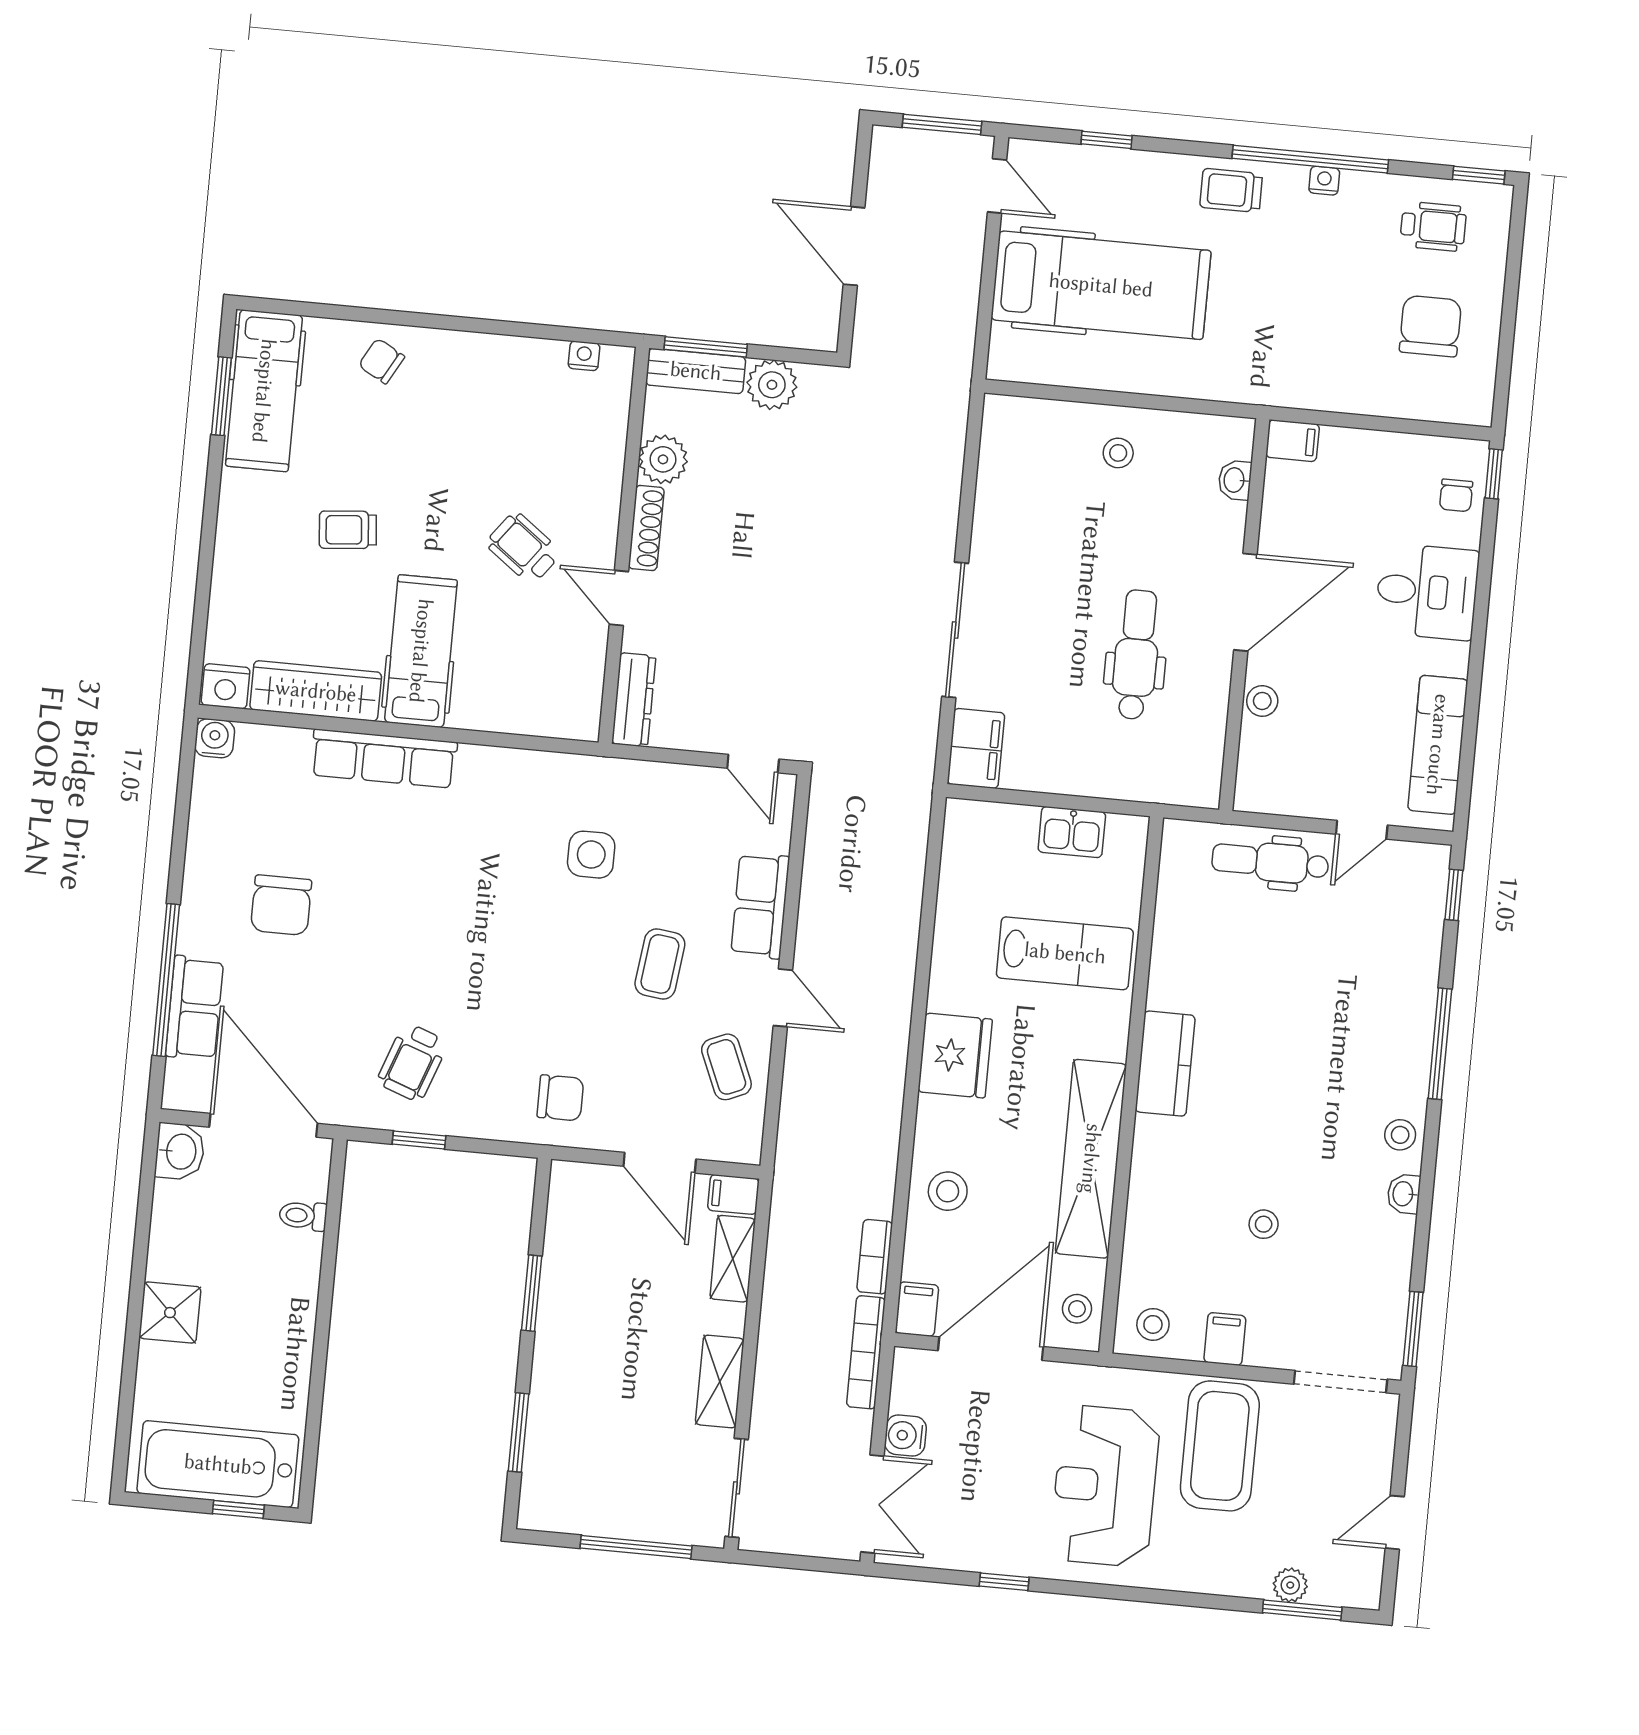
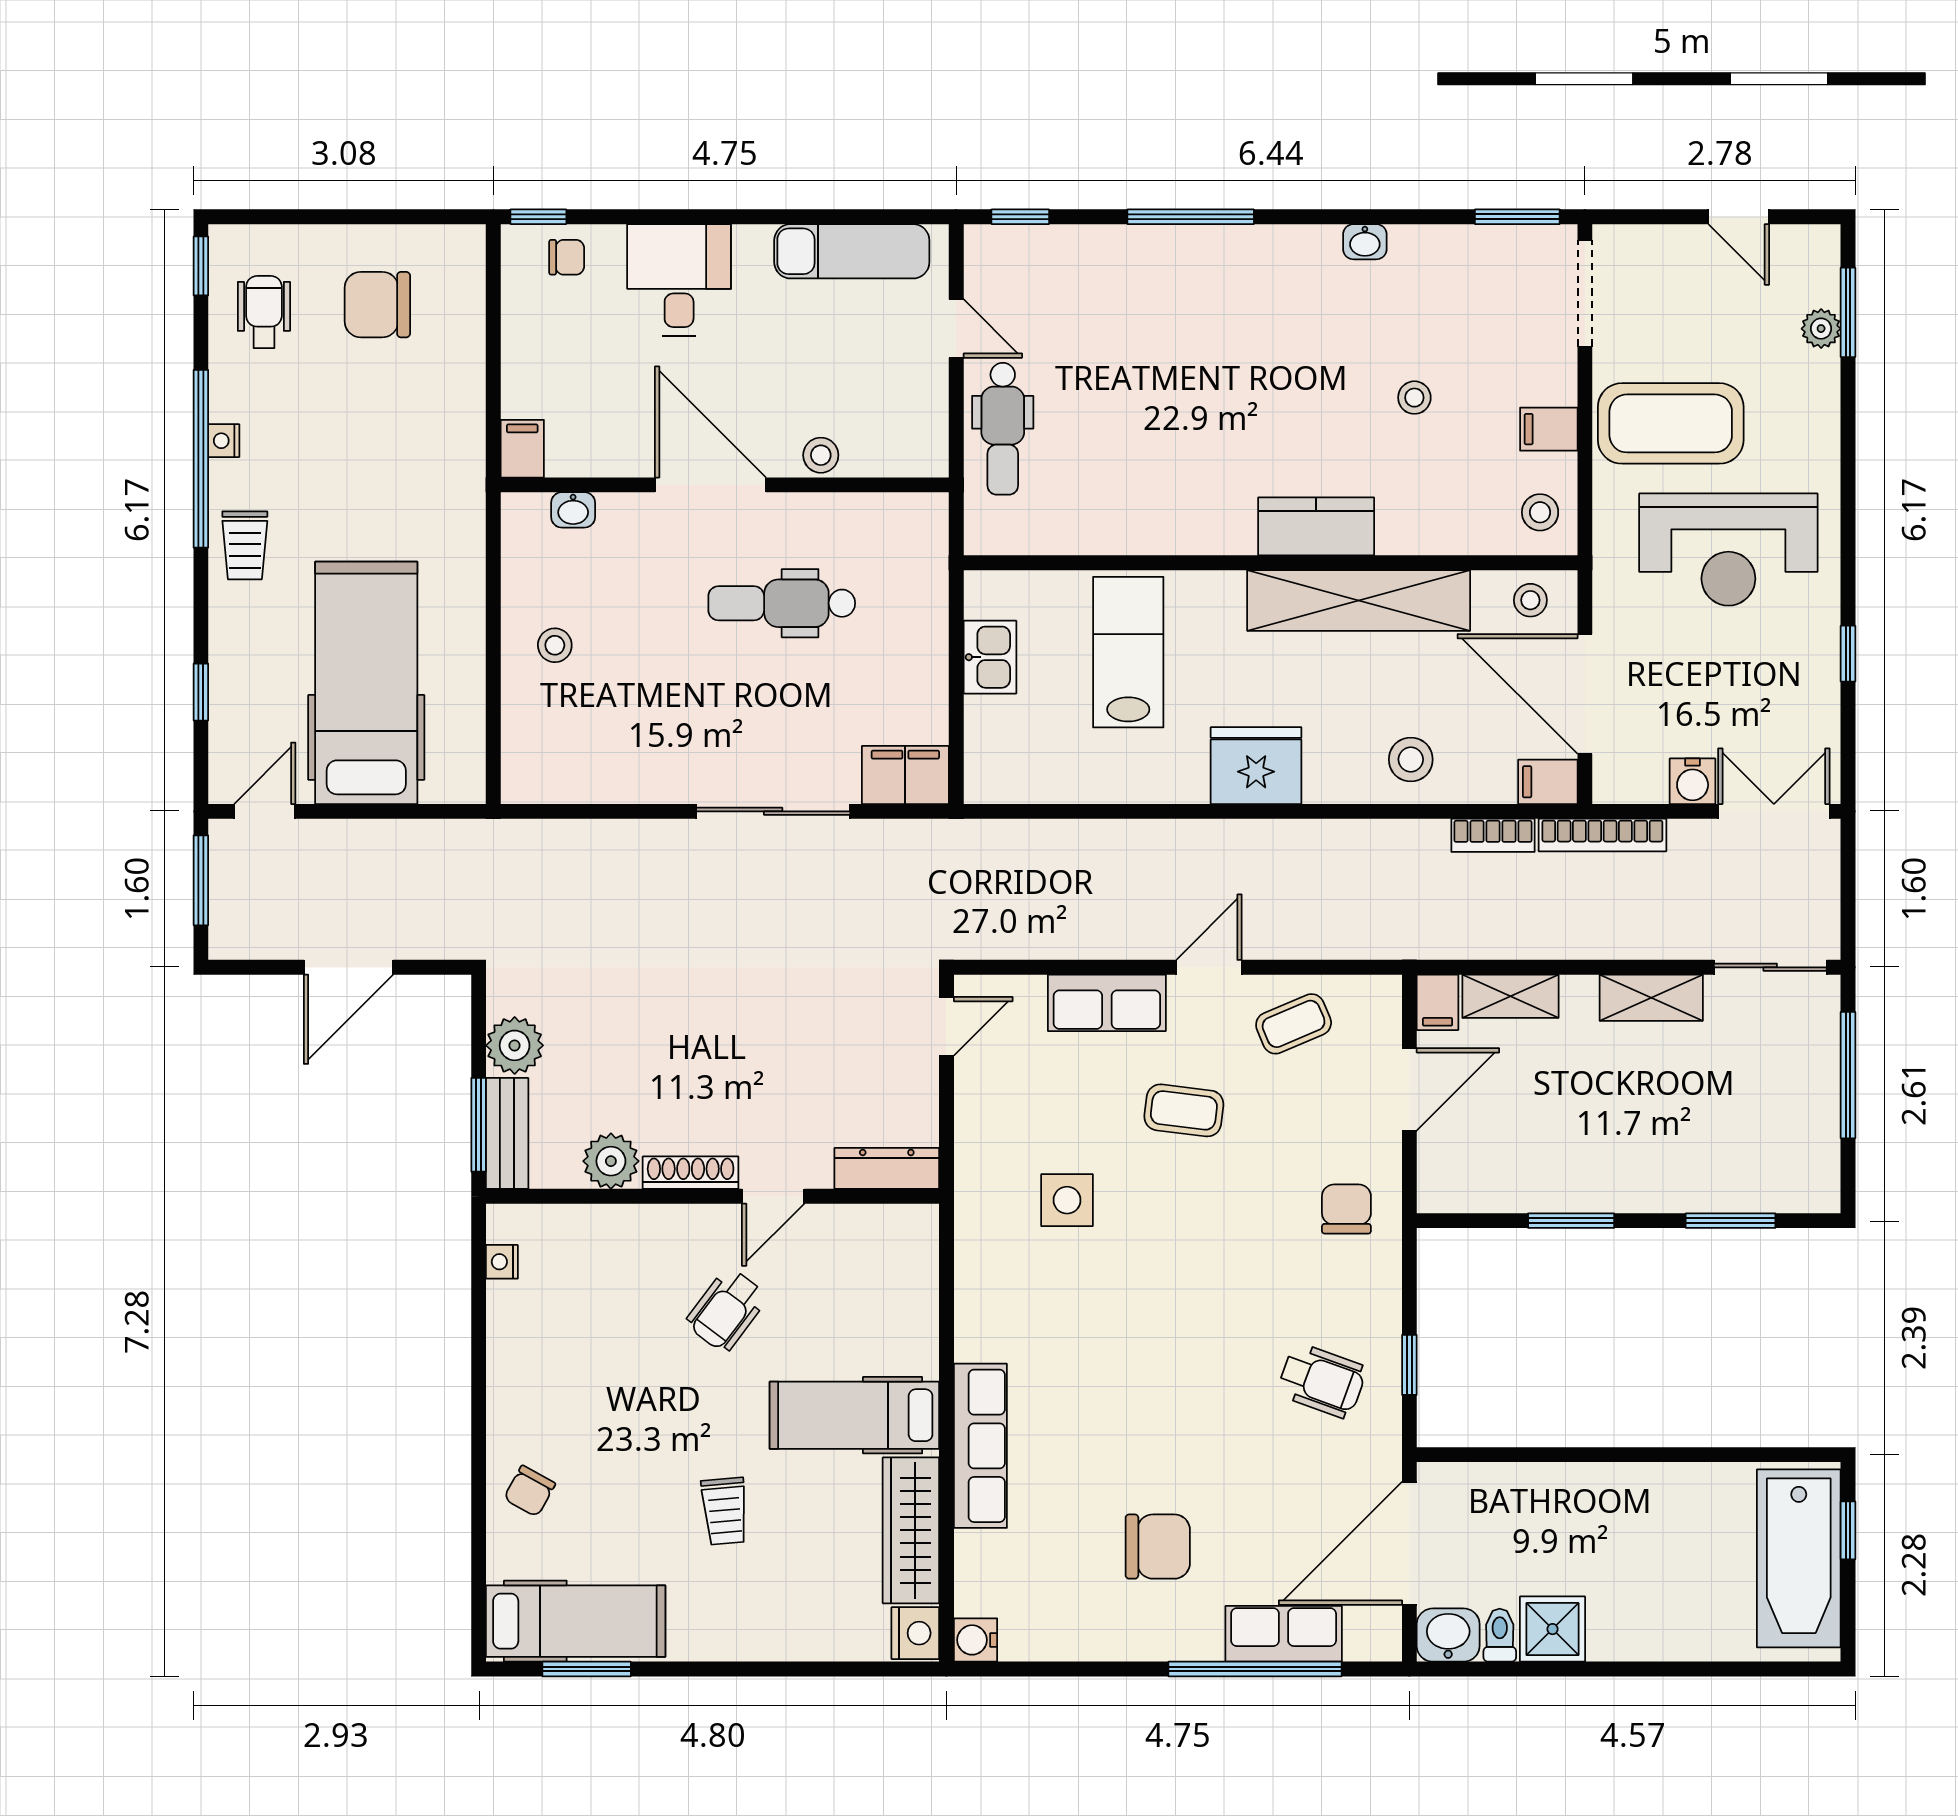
kitchen counter: (1165, 1064) -> (1316, 526), moved
stool: (1400, 1135) -> (1298, 252), removed
toilet: (303, 1216) -> (1500, 1635), moved, turned 180
shower: (170, 1313) -> (1553, 1629), moved

